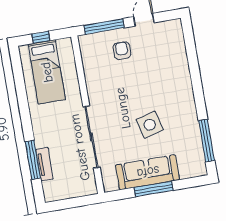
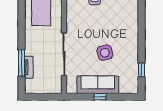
window: (207, 141) -> (142, 70), width x0.46
window: (154, 189) -> (100, 97), width x0.46

